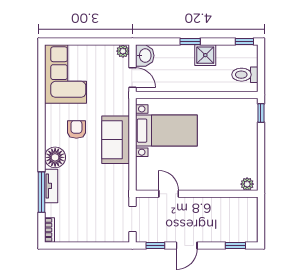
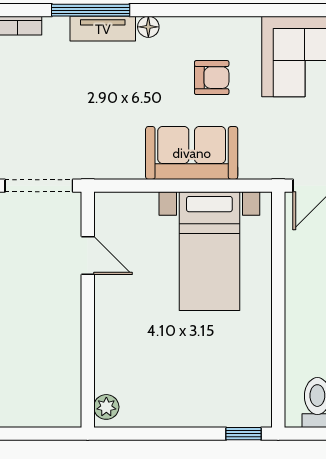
floor lamp: (55, 157) -> (148, 27), width x0.53, depth x0.53
door: (169, 194) -> (88, 256), hinge flipped
doorway: (132, 219) -> (39, 186), width x1.38

